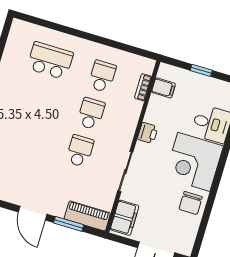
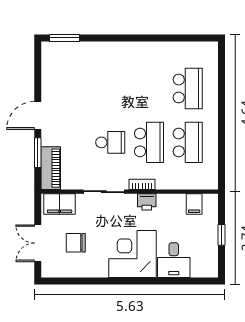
school desk: (102, 76) -> (188, 142), width x1.85
bookcase: (143, 87) -> (142, 184), moved
school desk: (91, 114) -> (149, 142), width x1.85
chair: (191, 203) -> (76, 243), moved

